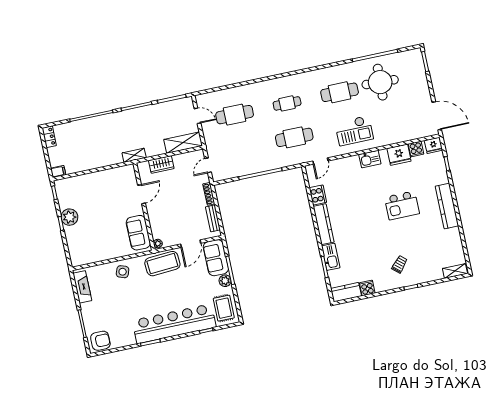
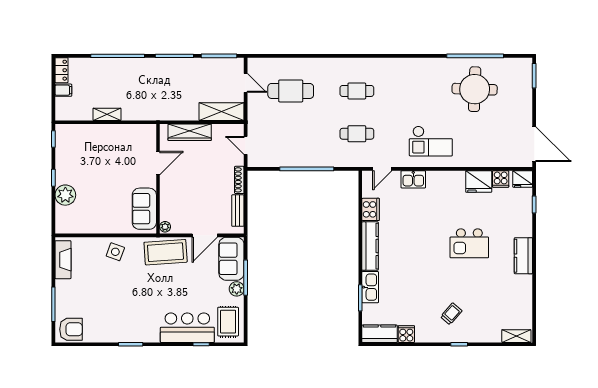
cafe table: (340, 92) -> (423, 91), removed
cafe table: (294, 137) -> (357, 134), width x0.73, depth x0.74
shelving: (134, 155) -> (107, 114), moved
kitchen sink: (370, 159) -> (413, 179), moved
wardrobe: (161, 164) -> (190, 132), width x1.50
door: (208, 165) -> (246, 145), hinge flipped
filing cabinet: (58, 171) -> (63, 90), moved
kitchen counter: (447, 206) -> (523, 256), width x0.67
plant: (69, 217) -> (65, 195), moved
bar counter: (174, 324) -> (187, 328), width x0.54

